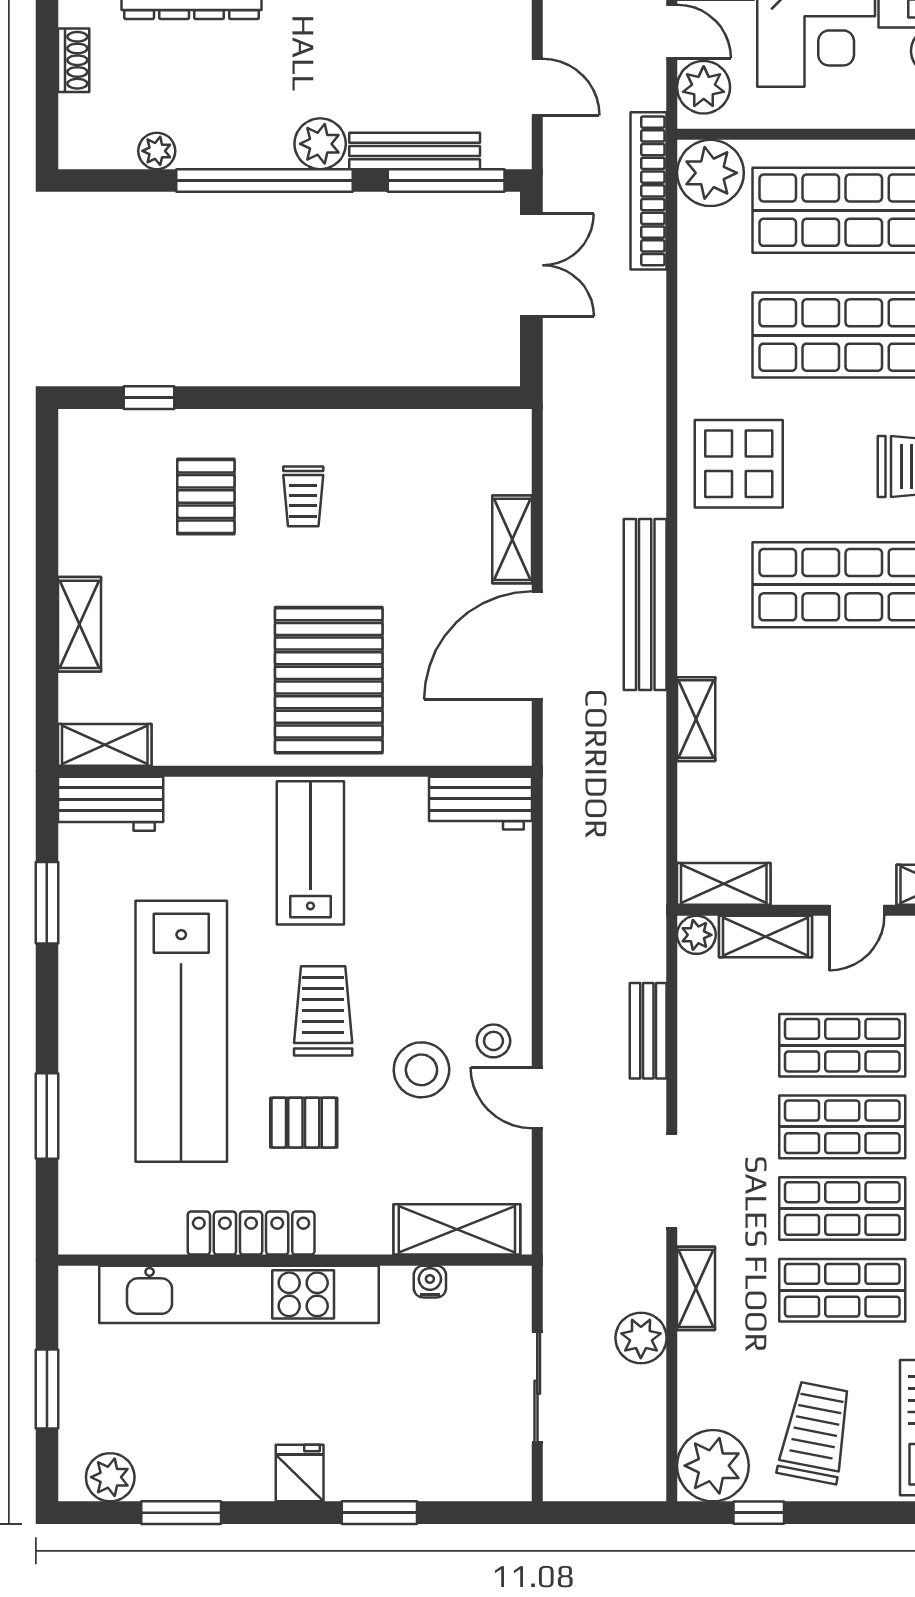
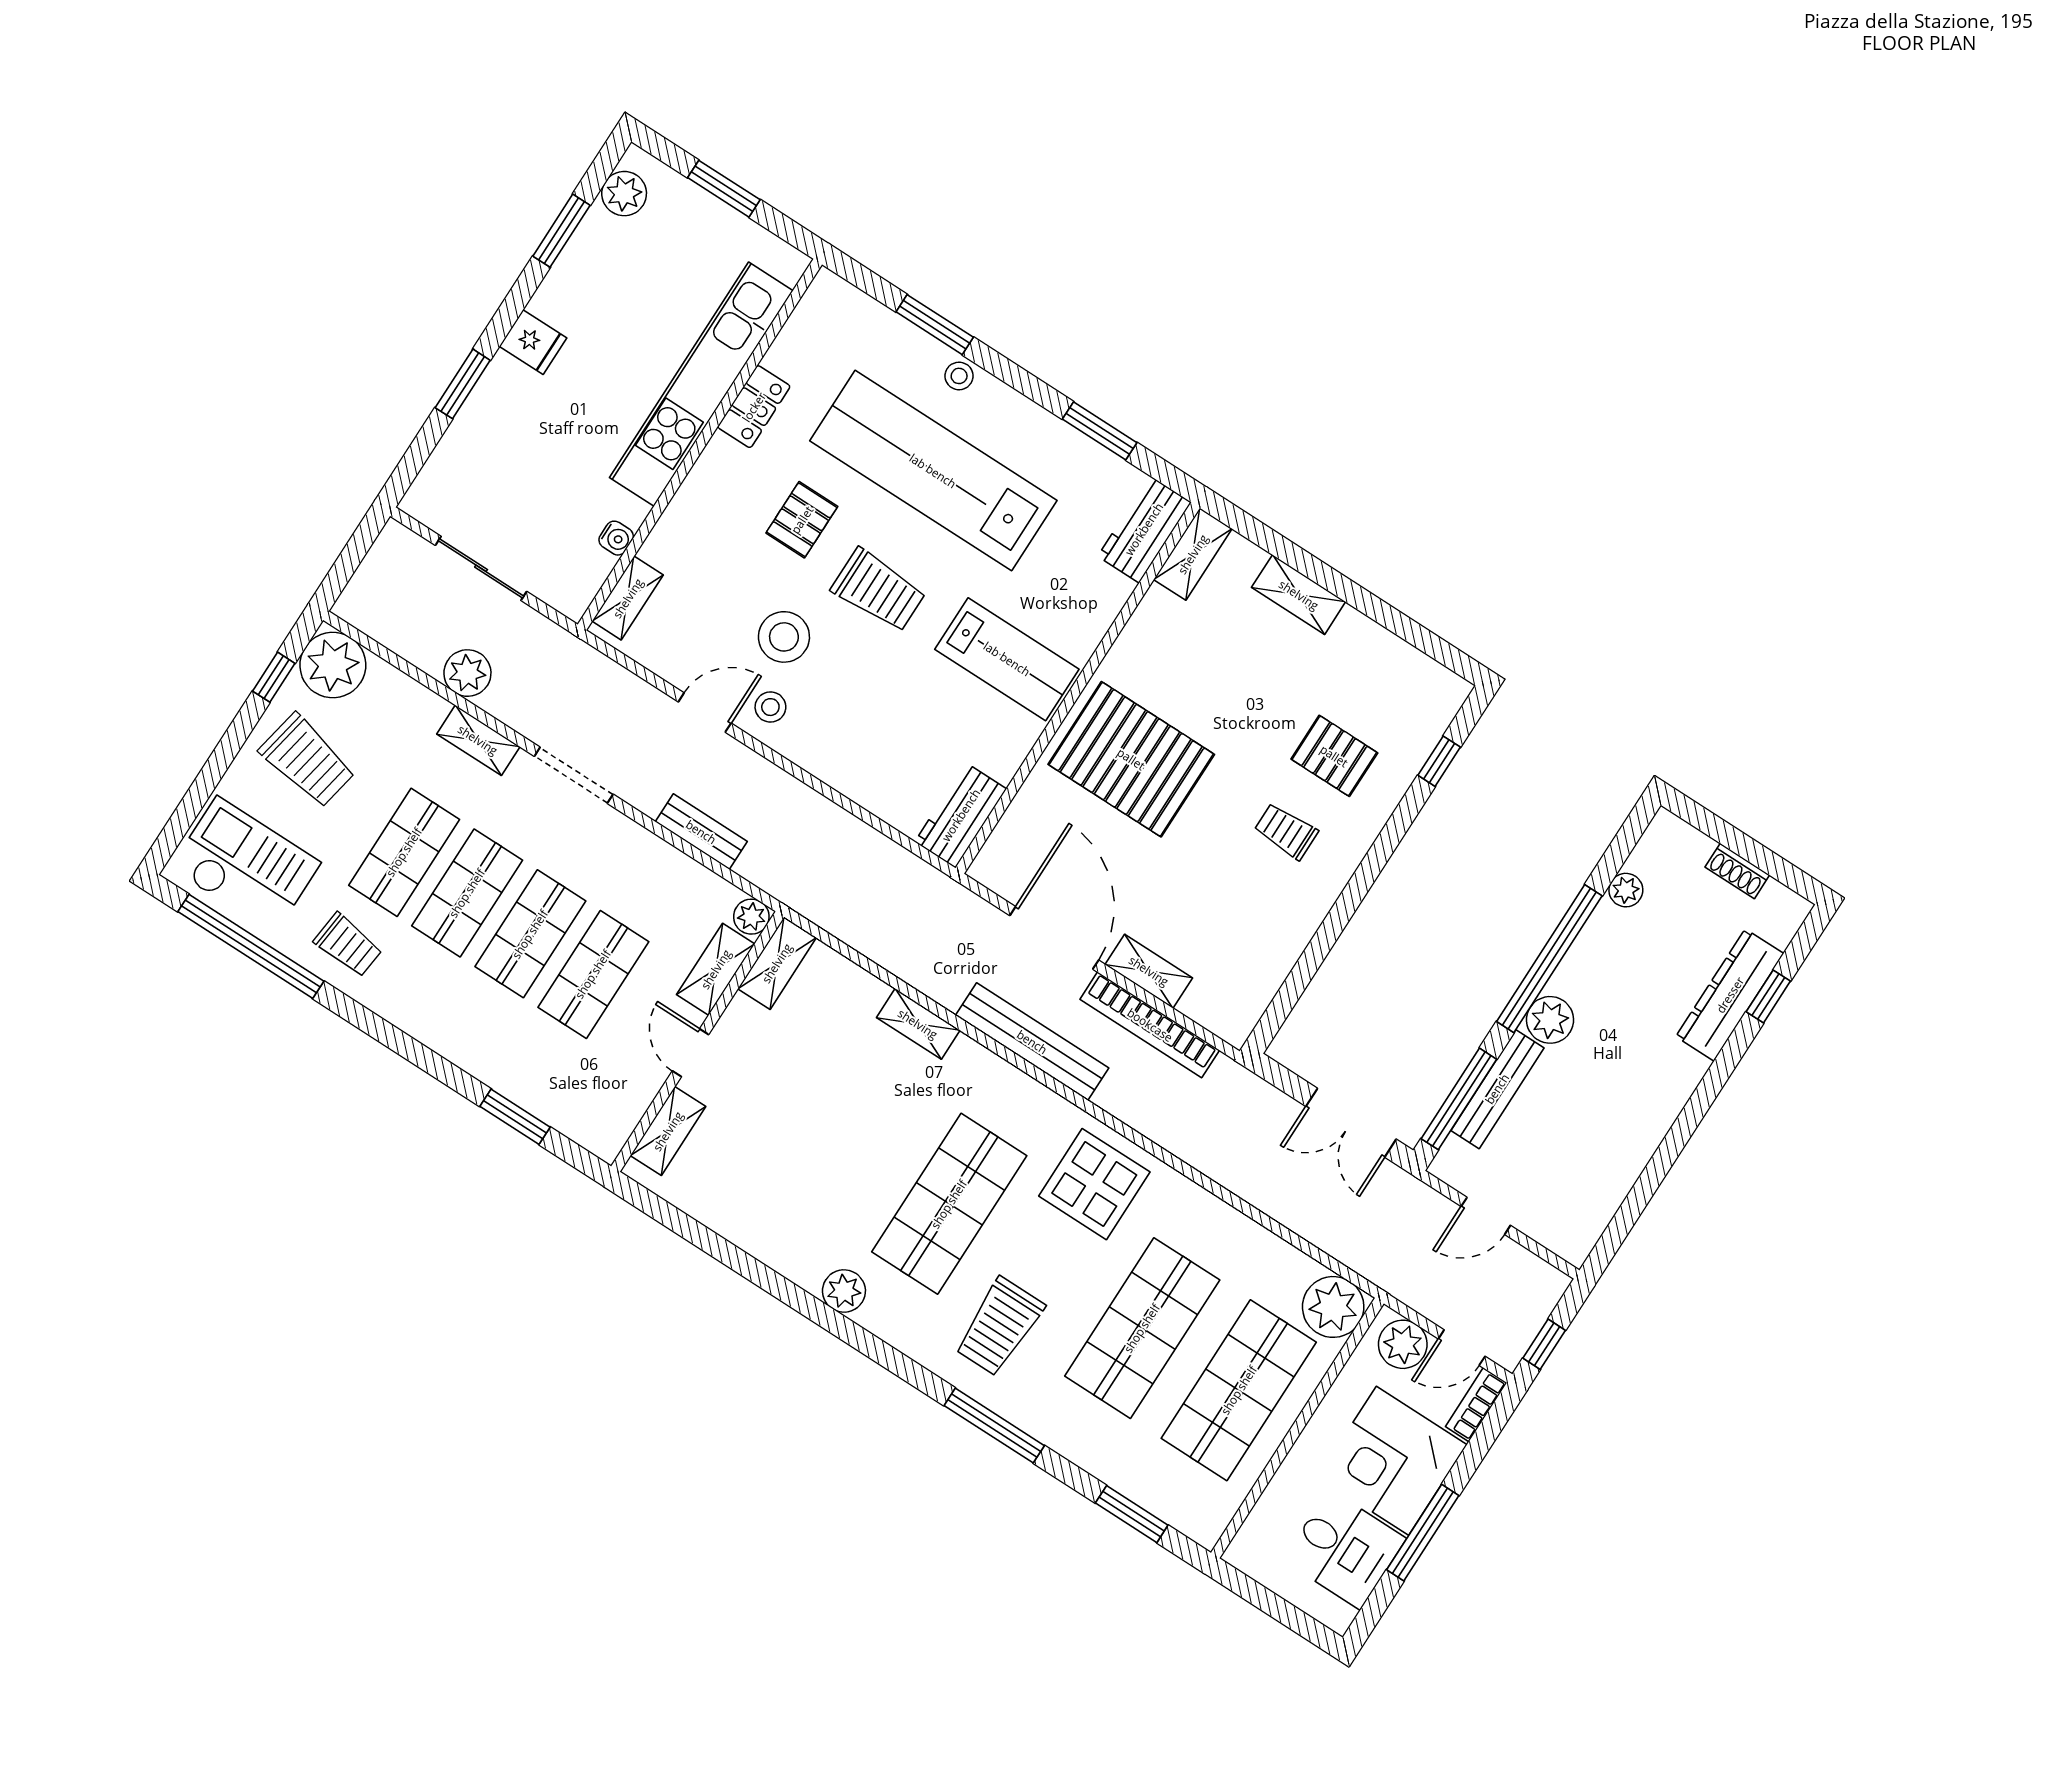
bookcase: (649, 191) -> (1150, 1025), moved, turned 180
stool: (80, 1064) -> (959, 376), added
shelving: (457, 1229) -> (628, 598), width x0.67, depth x0.75
locker: (251, 1233) -> (754, 407), width x0.66

